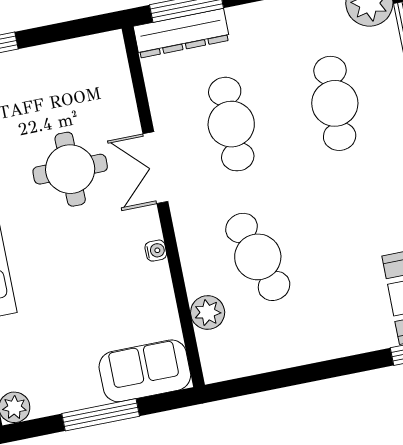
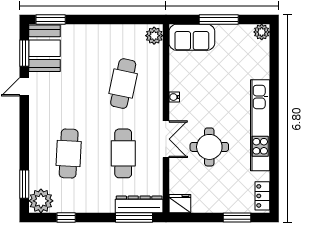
fridge: (105, 50) -> (180, 204), added
cafe table: (258, 257) -> (123, 84), turned 30
plant: (208, 313) -> (154, 36), moved

